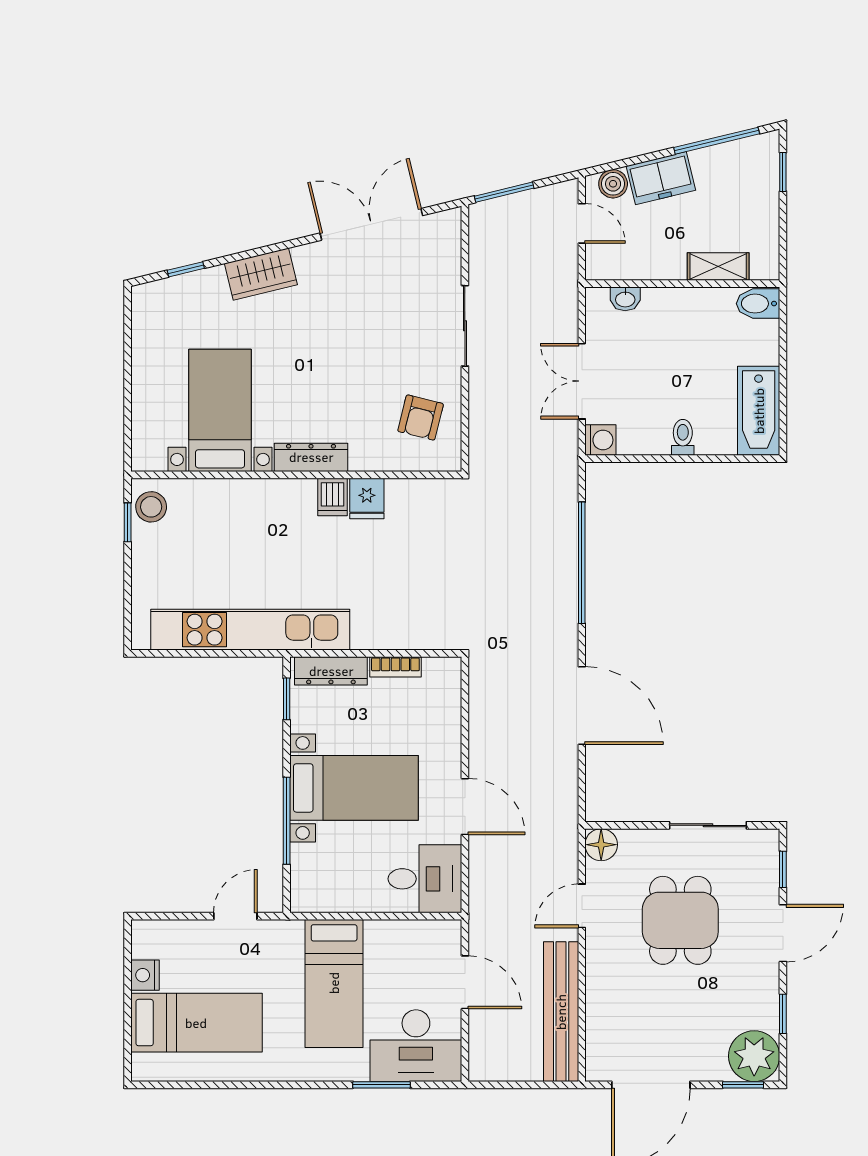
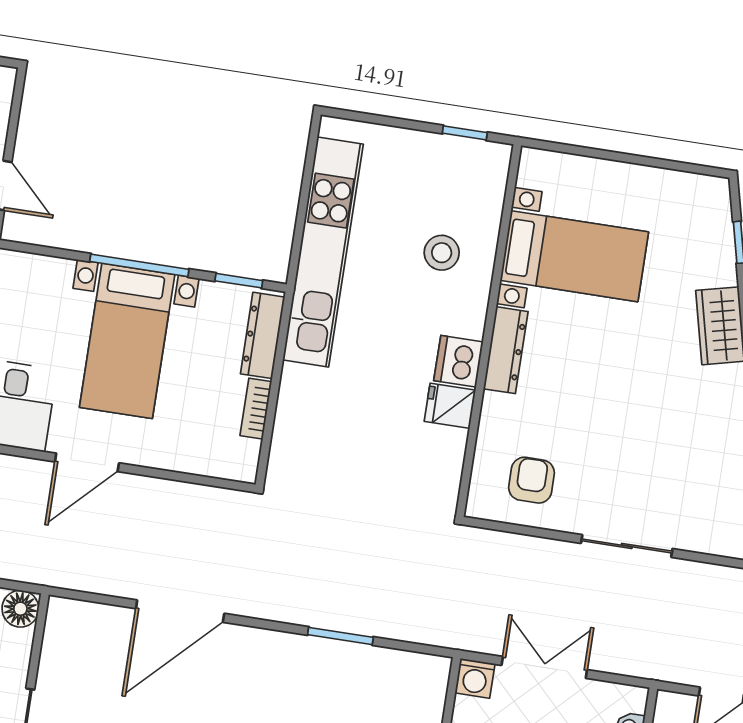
armchair: (421, 418) -> (532, 480), turned 76
dishwasher: (333, 497) -> (458, 361), width x1.38
stool: (151, 507) -> (442, 253), moved
window: (582, 563) -> (340, 636), width x0.47
window: (287, 821) -> (139, 265), moved

